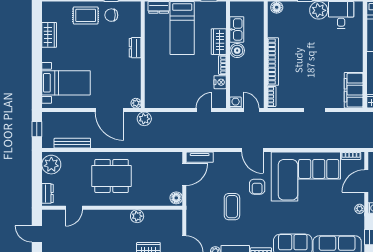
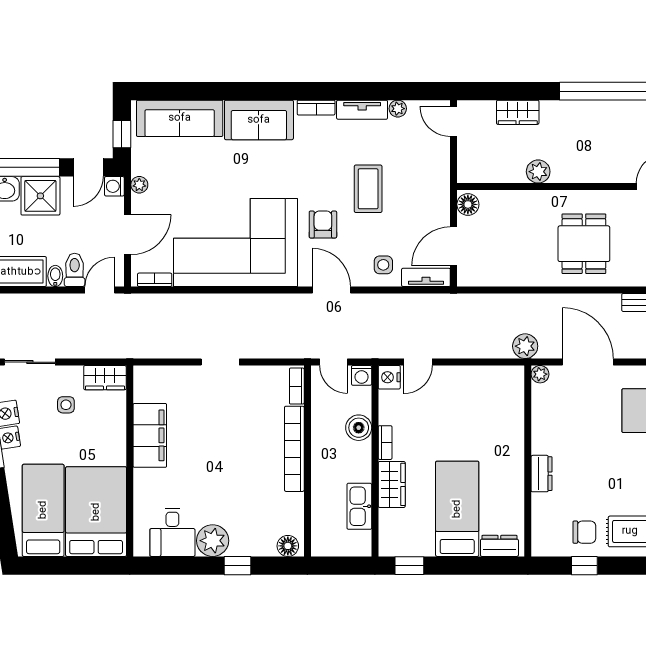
boiler: (237, 51) -> (359, 428), moved
nightstand: (220, 82) -> (389, 377), moved
filing cabinet: (354, 90) -> (150, 435), moved
side table: (223, 164) -> (383, 265), added
dining table: (112, 176) -> (584, 244), width x0.73

